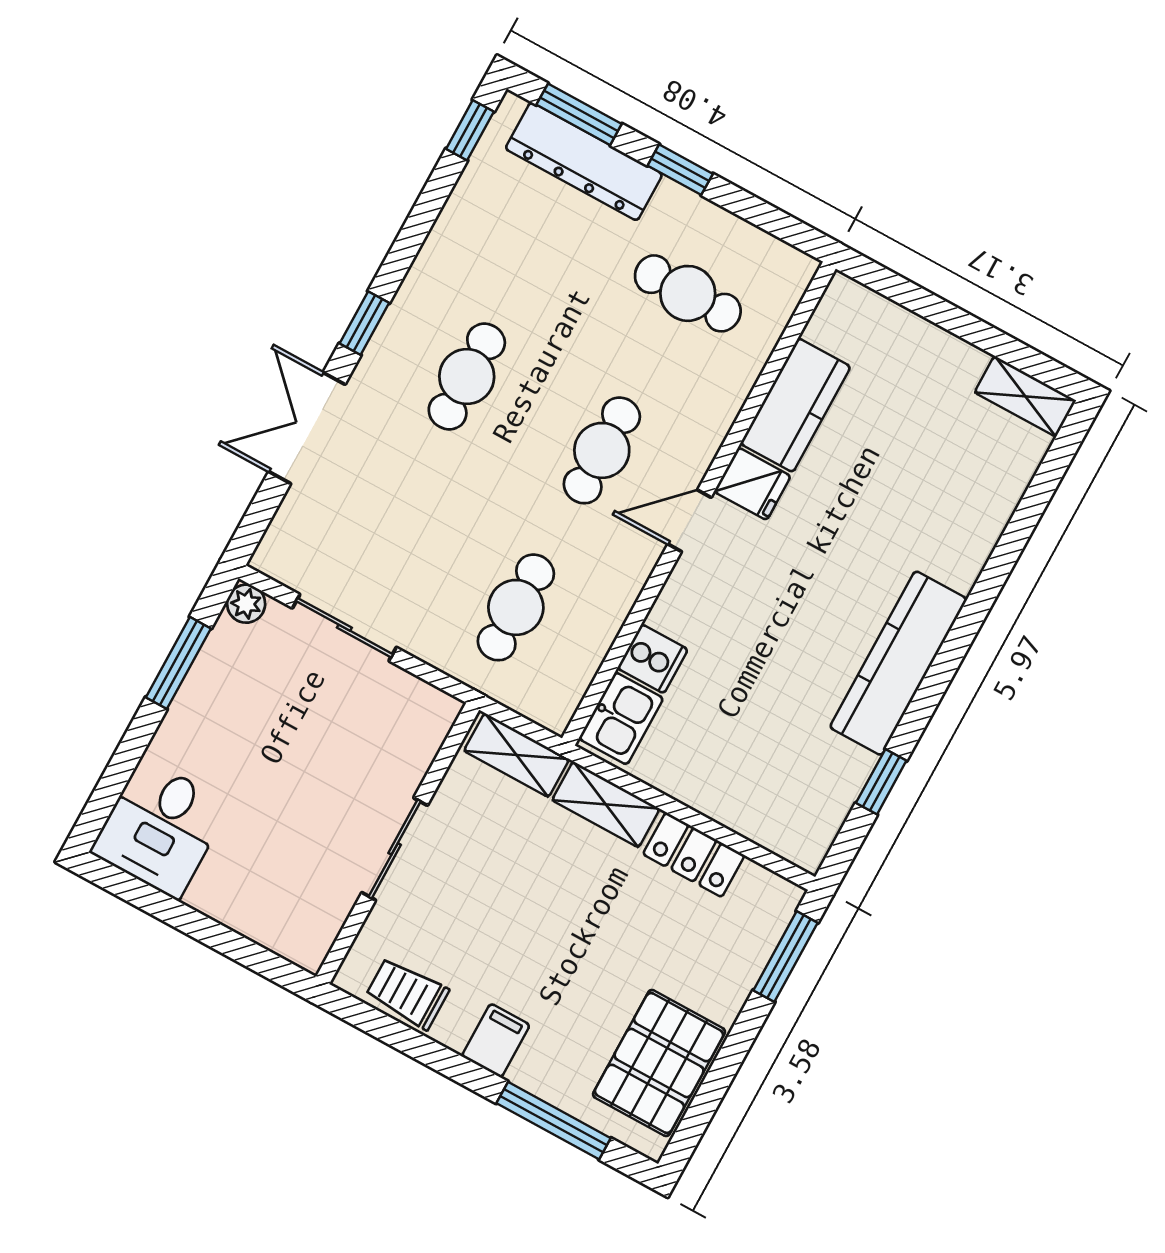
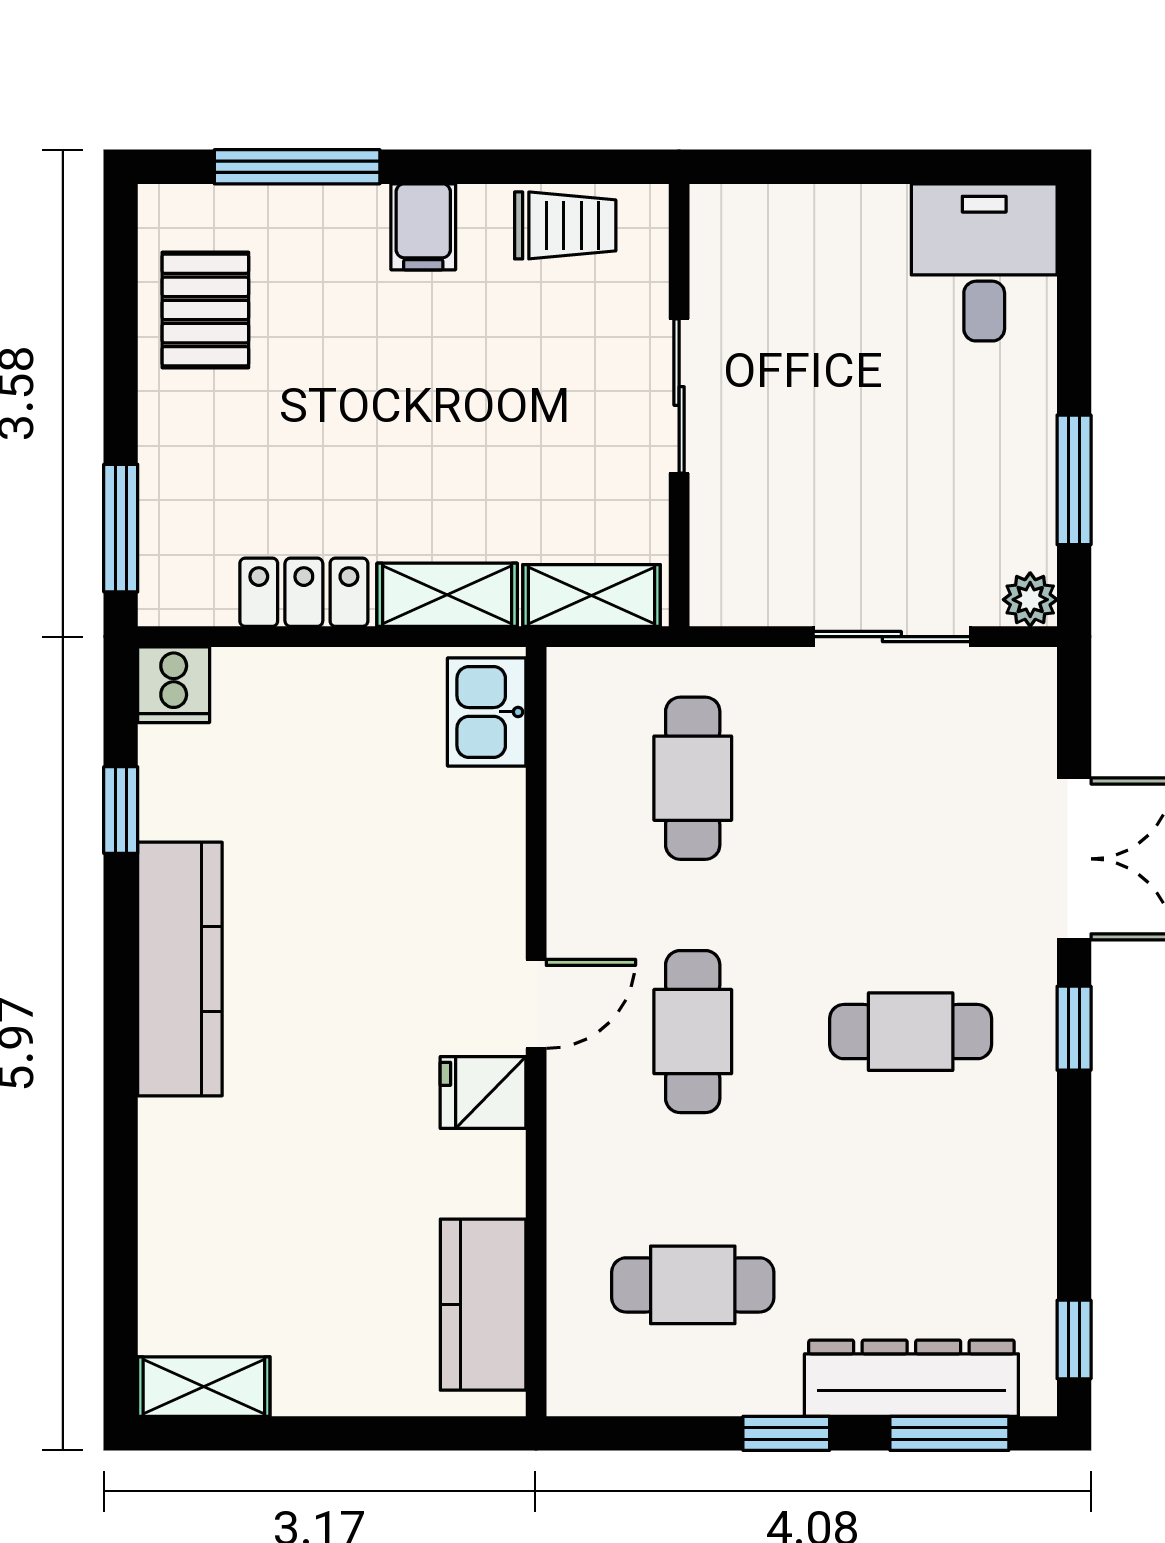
cafe table: (467, 377) -> (911, 1032), turned 90
kitchen counter: (795, 405) -> (483, 1305), moved
cooker: (653, 659) -> (174, 685), moved, turned -90
pallet: (659, 1063) -> (205, 310), width x0.67, depth x0.71

